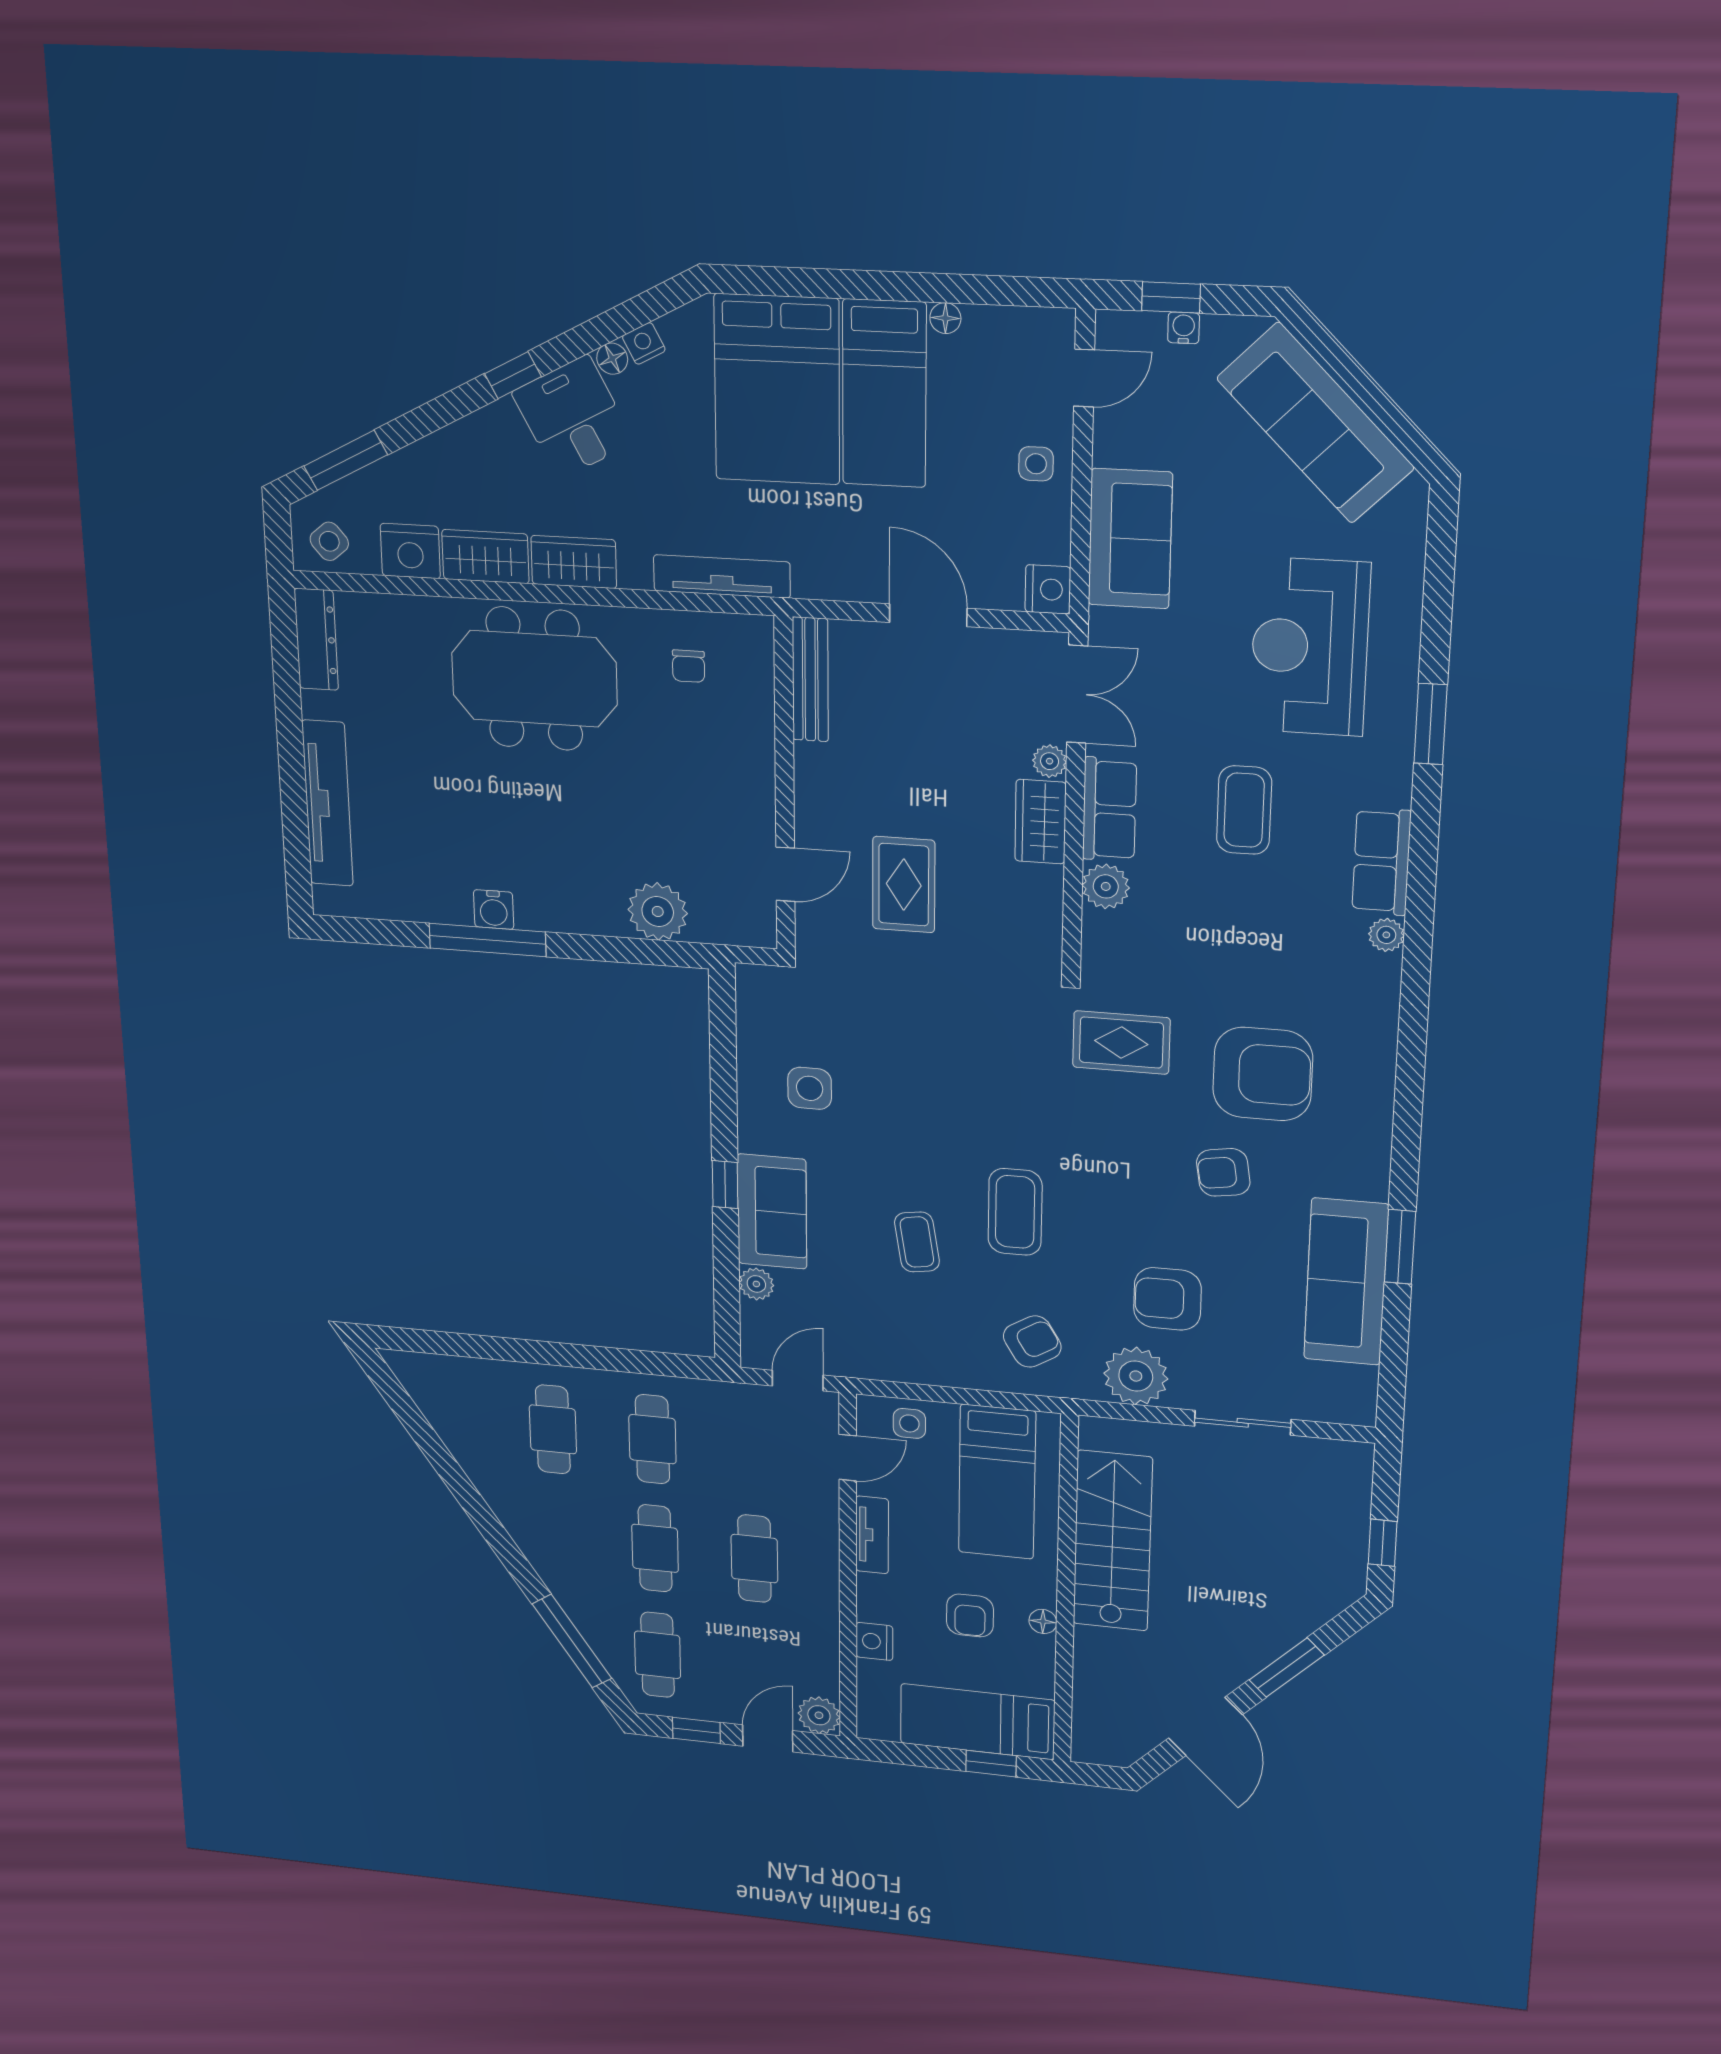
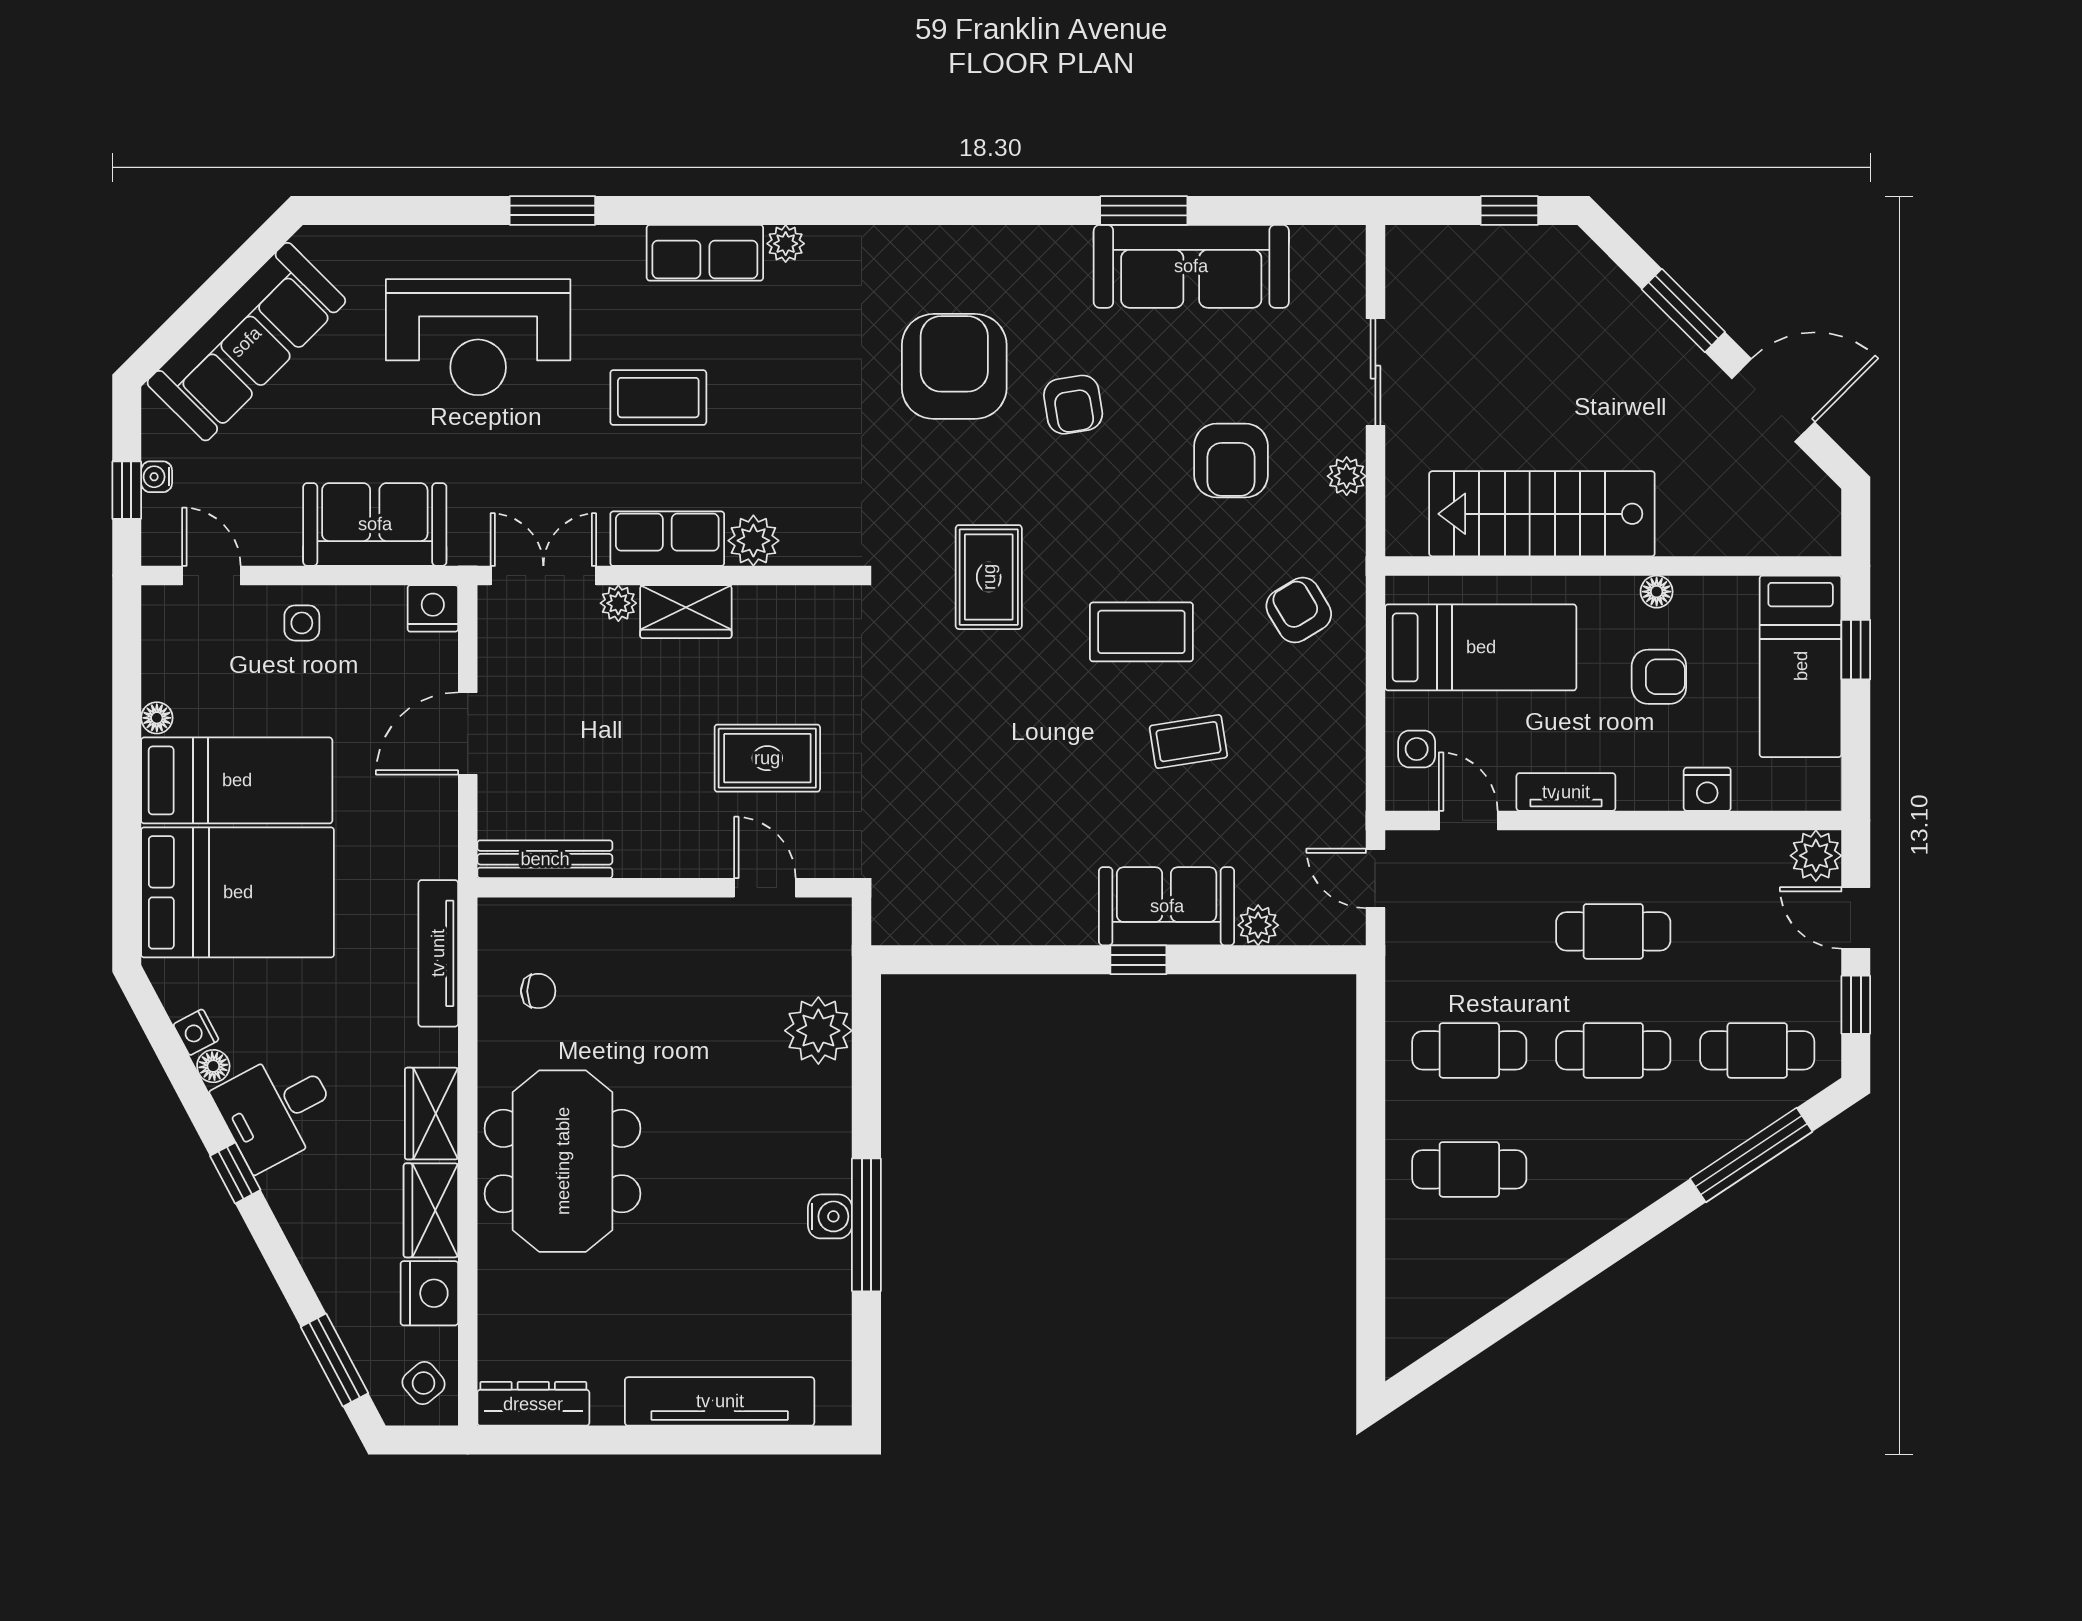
rug: (1121, 1043) -> (989, 577), moved
side table: (810, 1088) -> (1013, 863), removed
plant: (1136, 1376) -> (1347, 476), width x0.53, depth x0.53

